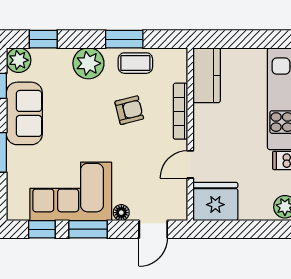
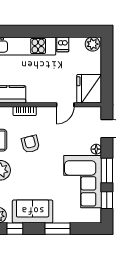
bookcase: (180, 111) -> (25, 111), width x0.64
door: (190, 164) -> (65, 105), hinge flipped

